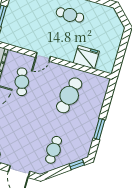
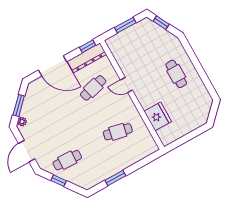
cafe table: (69, 95) -> (118, 132), width x0.73, depth x0.74
window: (77, 165) -> (59, 181), moved

